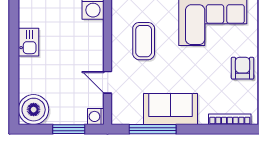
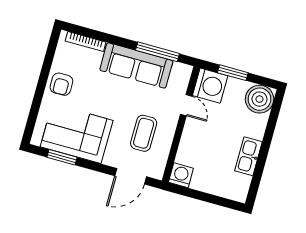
kitchen sink: (29, 42) -> (248, 156), width x1.38
sofa: (170, 109) -> (136, 65), width x1.36
washing machine: (96, 116) -> (210, 86), width x1.89, depth x1.89

